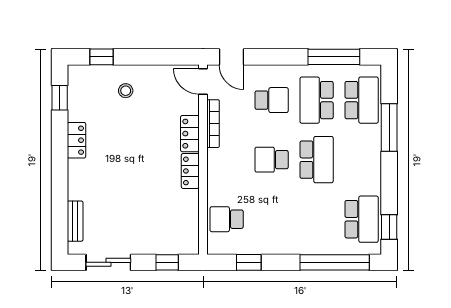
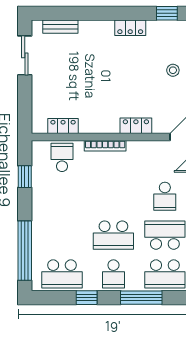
bookcase: (213, 124) -> (105, 146), moved
school desk: (272, 160) -> (113, 274), moved, turned 180
locker: (190, 171) -> (63, 126), moved
window: (389, 227) -> (87, 298), moved
window: (167, 262) -> (25, 106), removed

